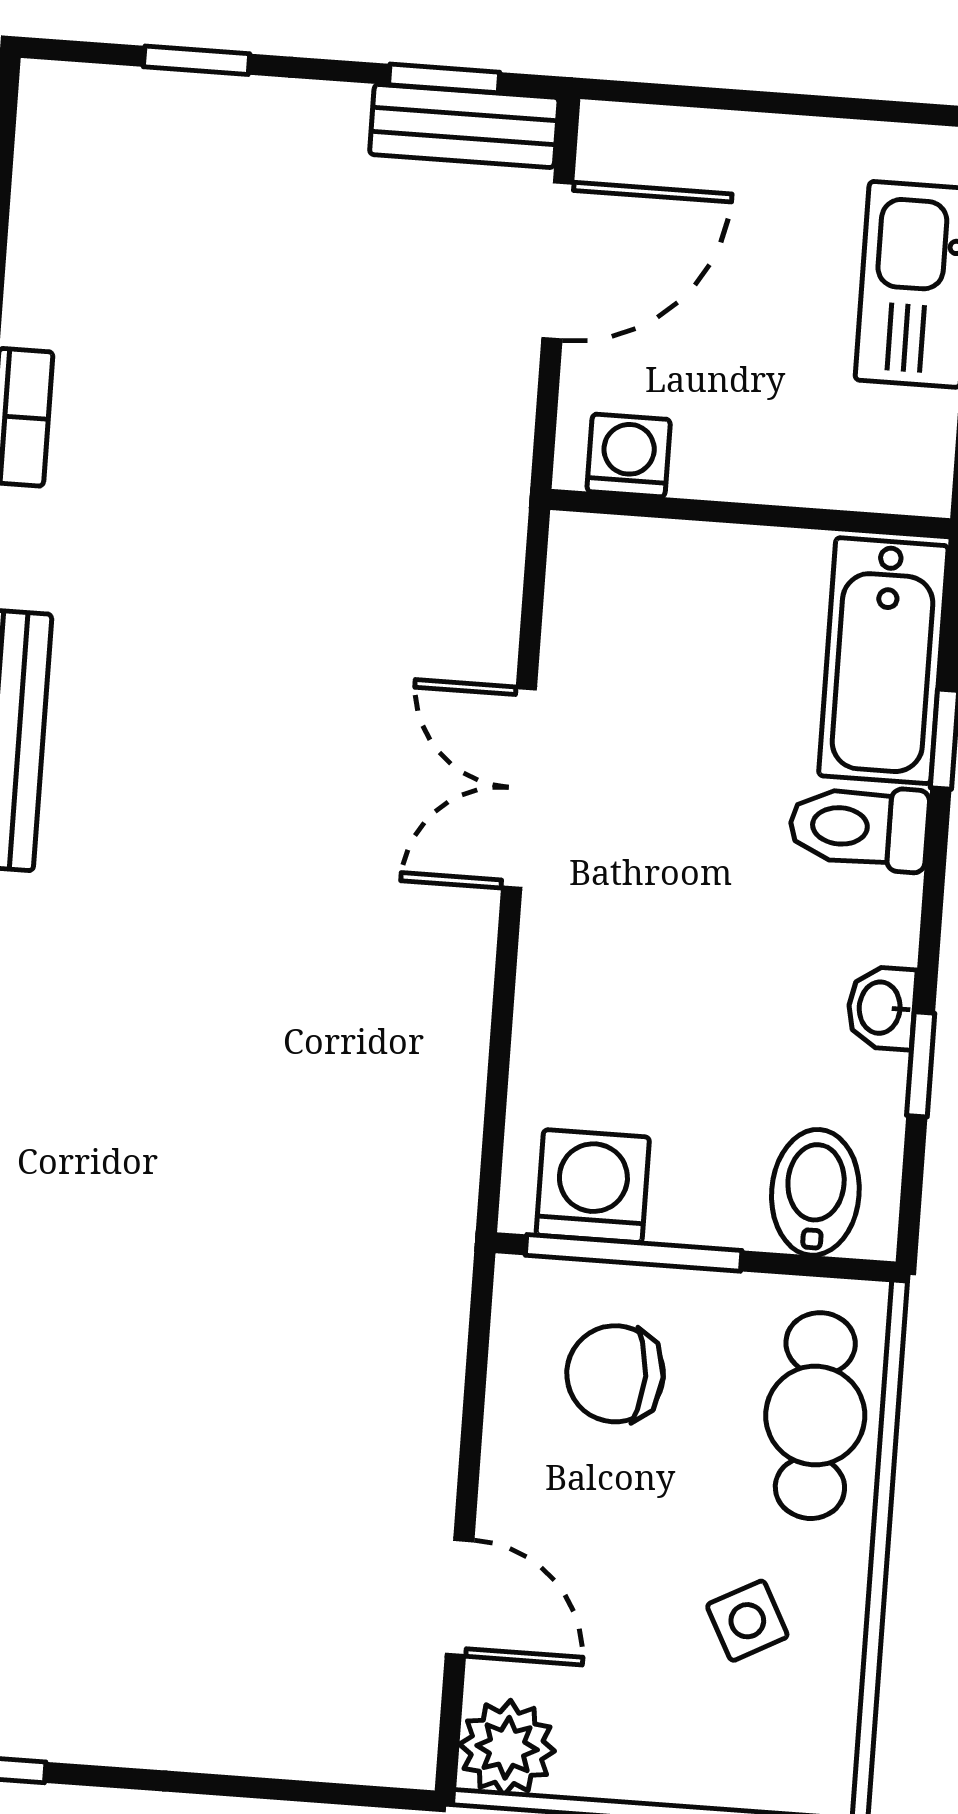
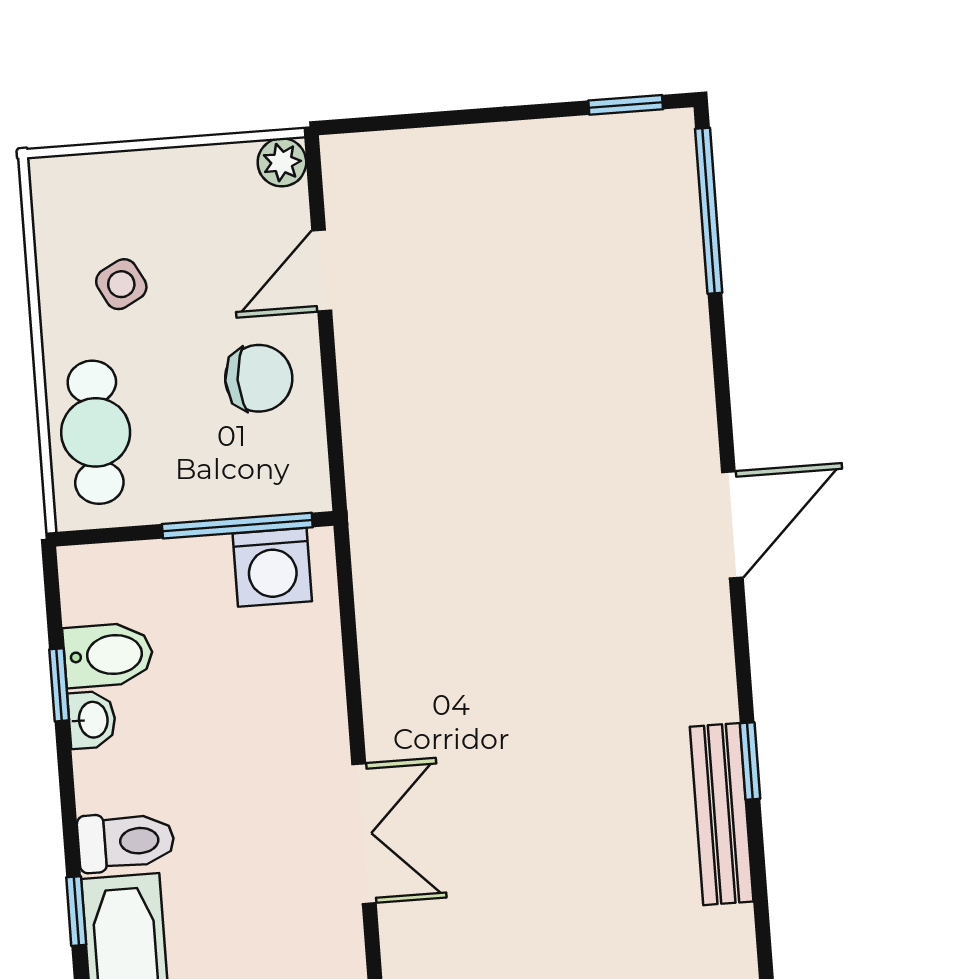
bidet: (815, 1192) -> (108, 655), moved, turned -90
chair: (615, 1374) -> (259, 378), moved
door: (460, 1597) -> (322, 271), hinge flipped
plant: (507, 1748) -> (282, 162), width x0.73, depth x0.73

